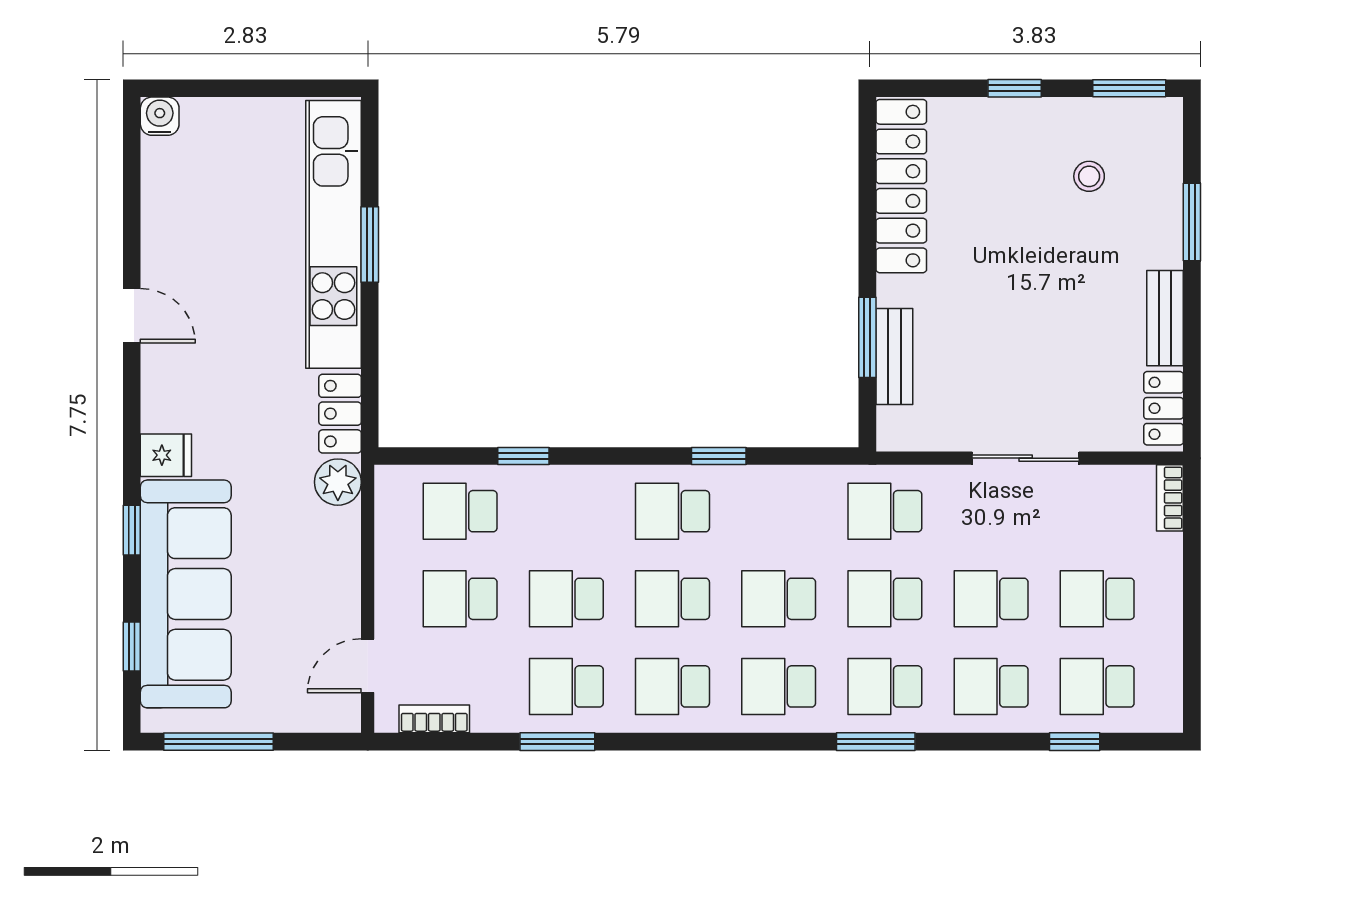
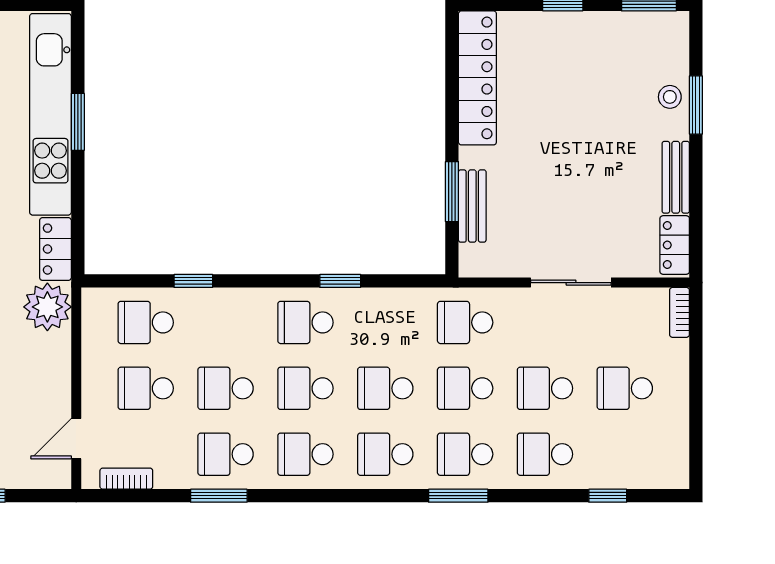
stool: (1089, 176) -> (670, 97), moved
plant: (338, 482) -> (47, 307), width x1.36, depth x1.36
school desk: (1097, 686) -> (625, 454), removed

